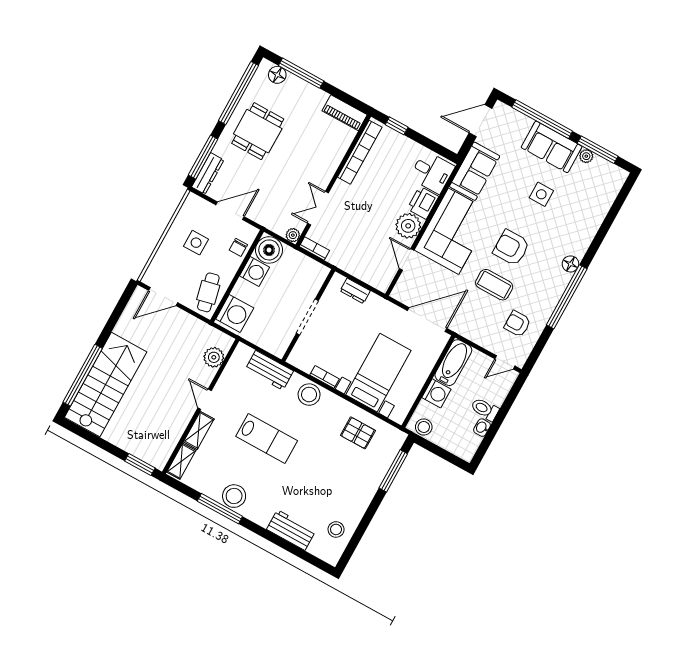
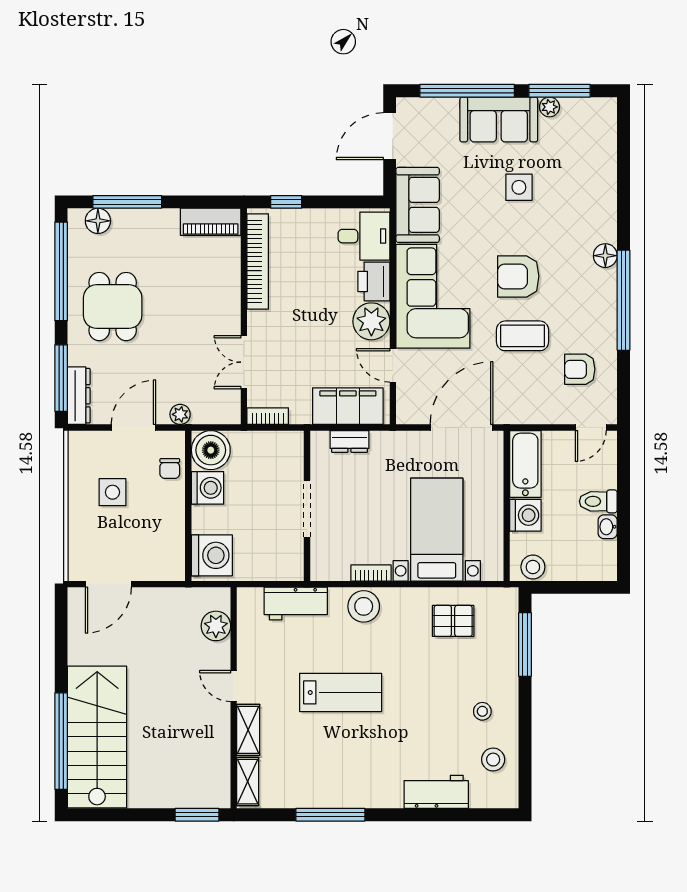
plant: (293, 235) -> (180, 414), moved
filing cabinet: (366, 269) -> (348, 406), added
cafe table: (208, 292) -> (163, 547), removed
stool: (234, 496) -> (482, 711), moved, width x0.53, depth x0.53

